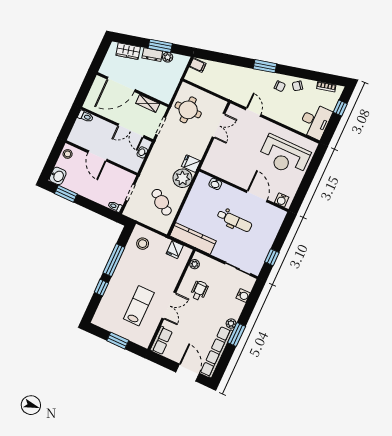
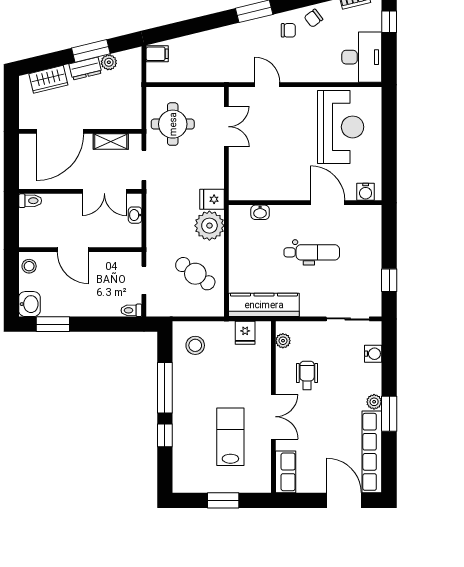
reception desk: (284, 156) -> (341, 127), turned -90

